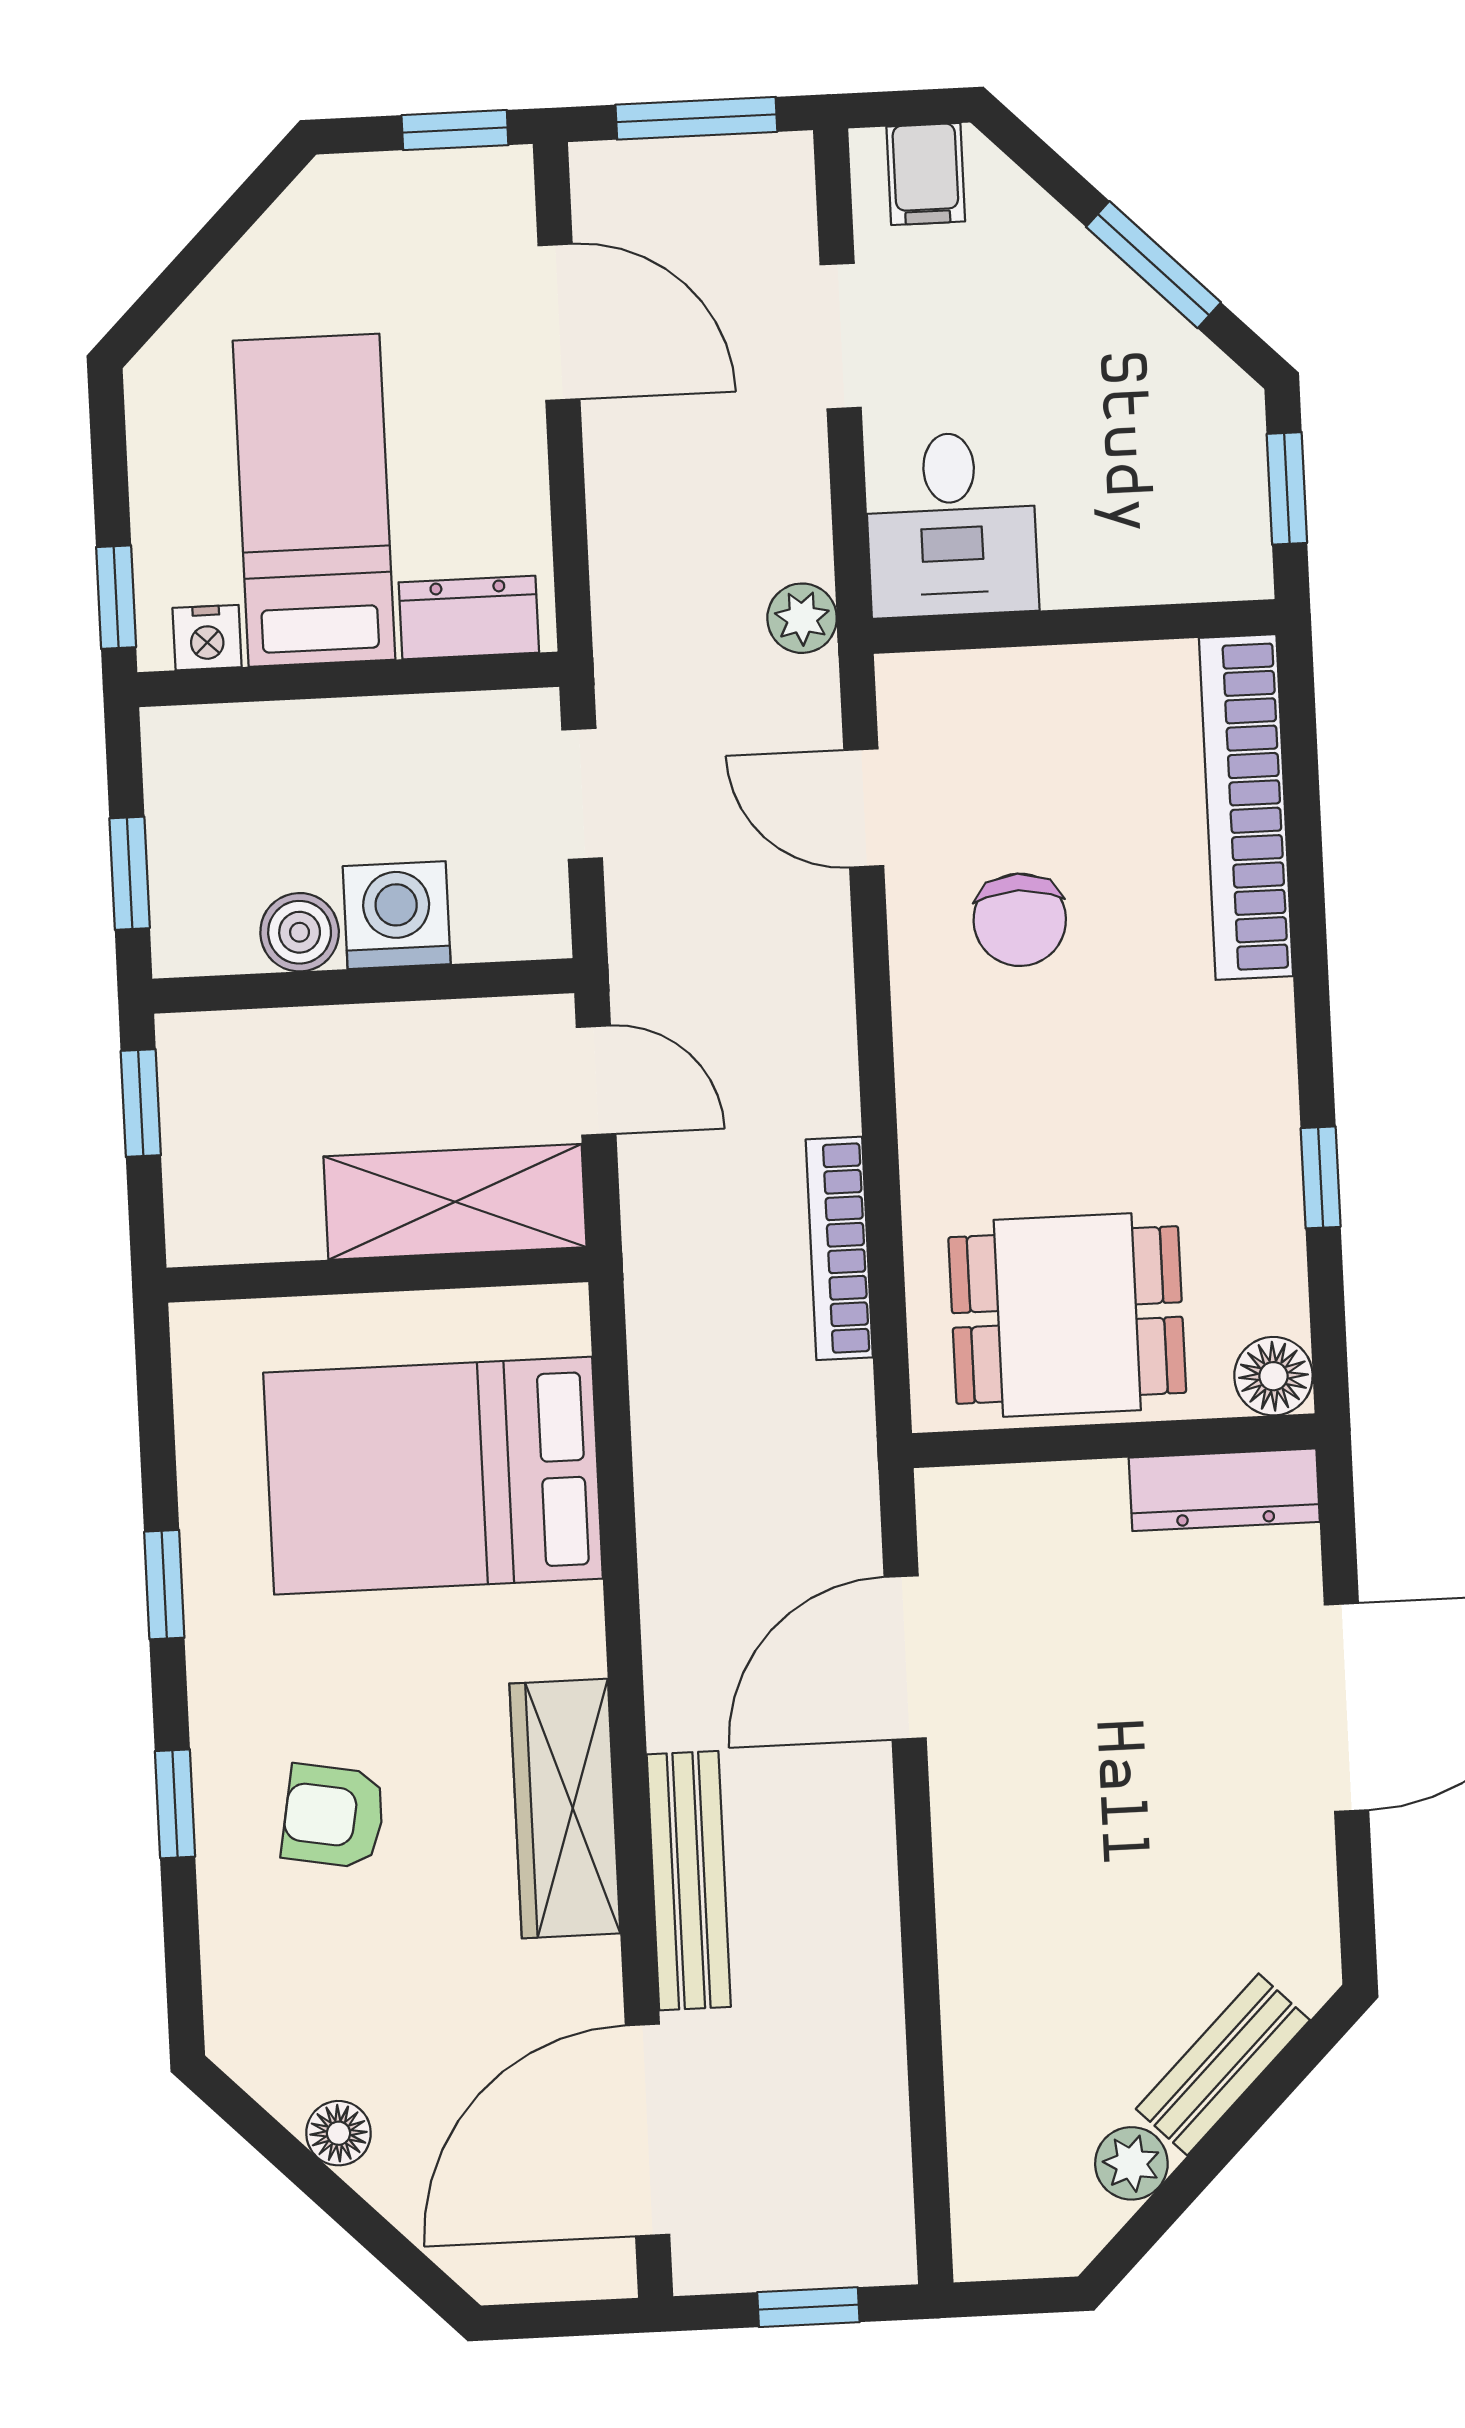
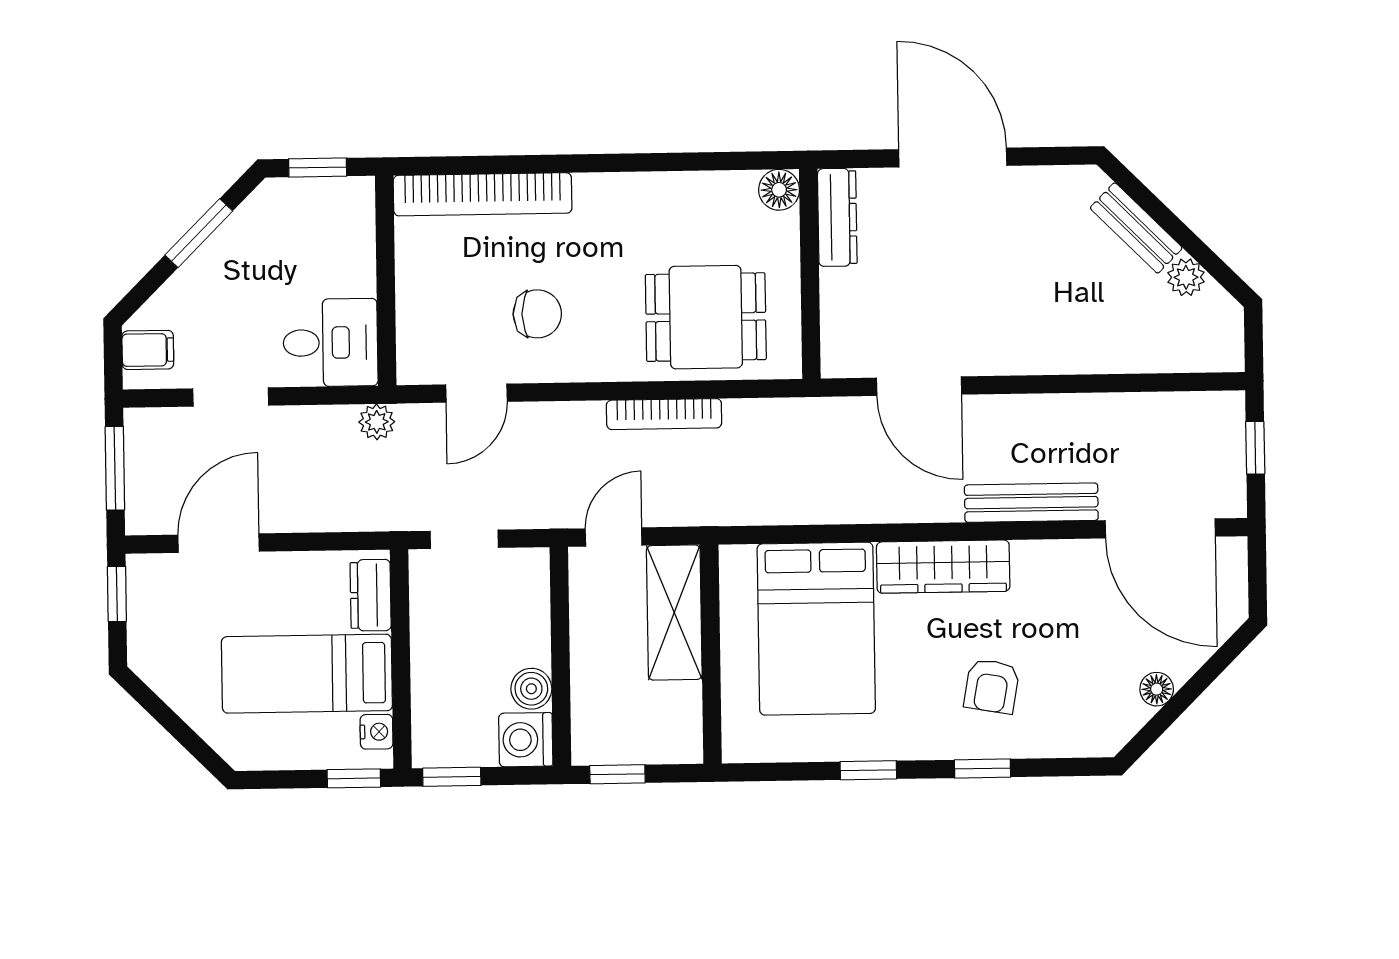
window: (130, 873) -> (452, 777), moved
washing machine: (397, 915) -> (526, 740), moved
window: (1321, 1177) -> (677, 162), removed
bookcase: (839, 1248) -> (664, 414), moved
dining table: (1067, 1315) -> (706, 317), moved, turned 90
wardrobe: (565, 1809) -> (943, 567), moved

